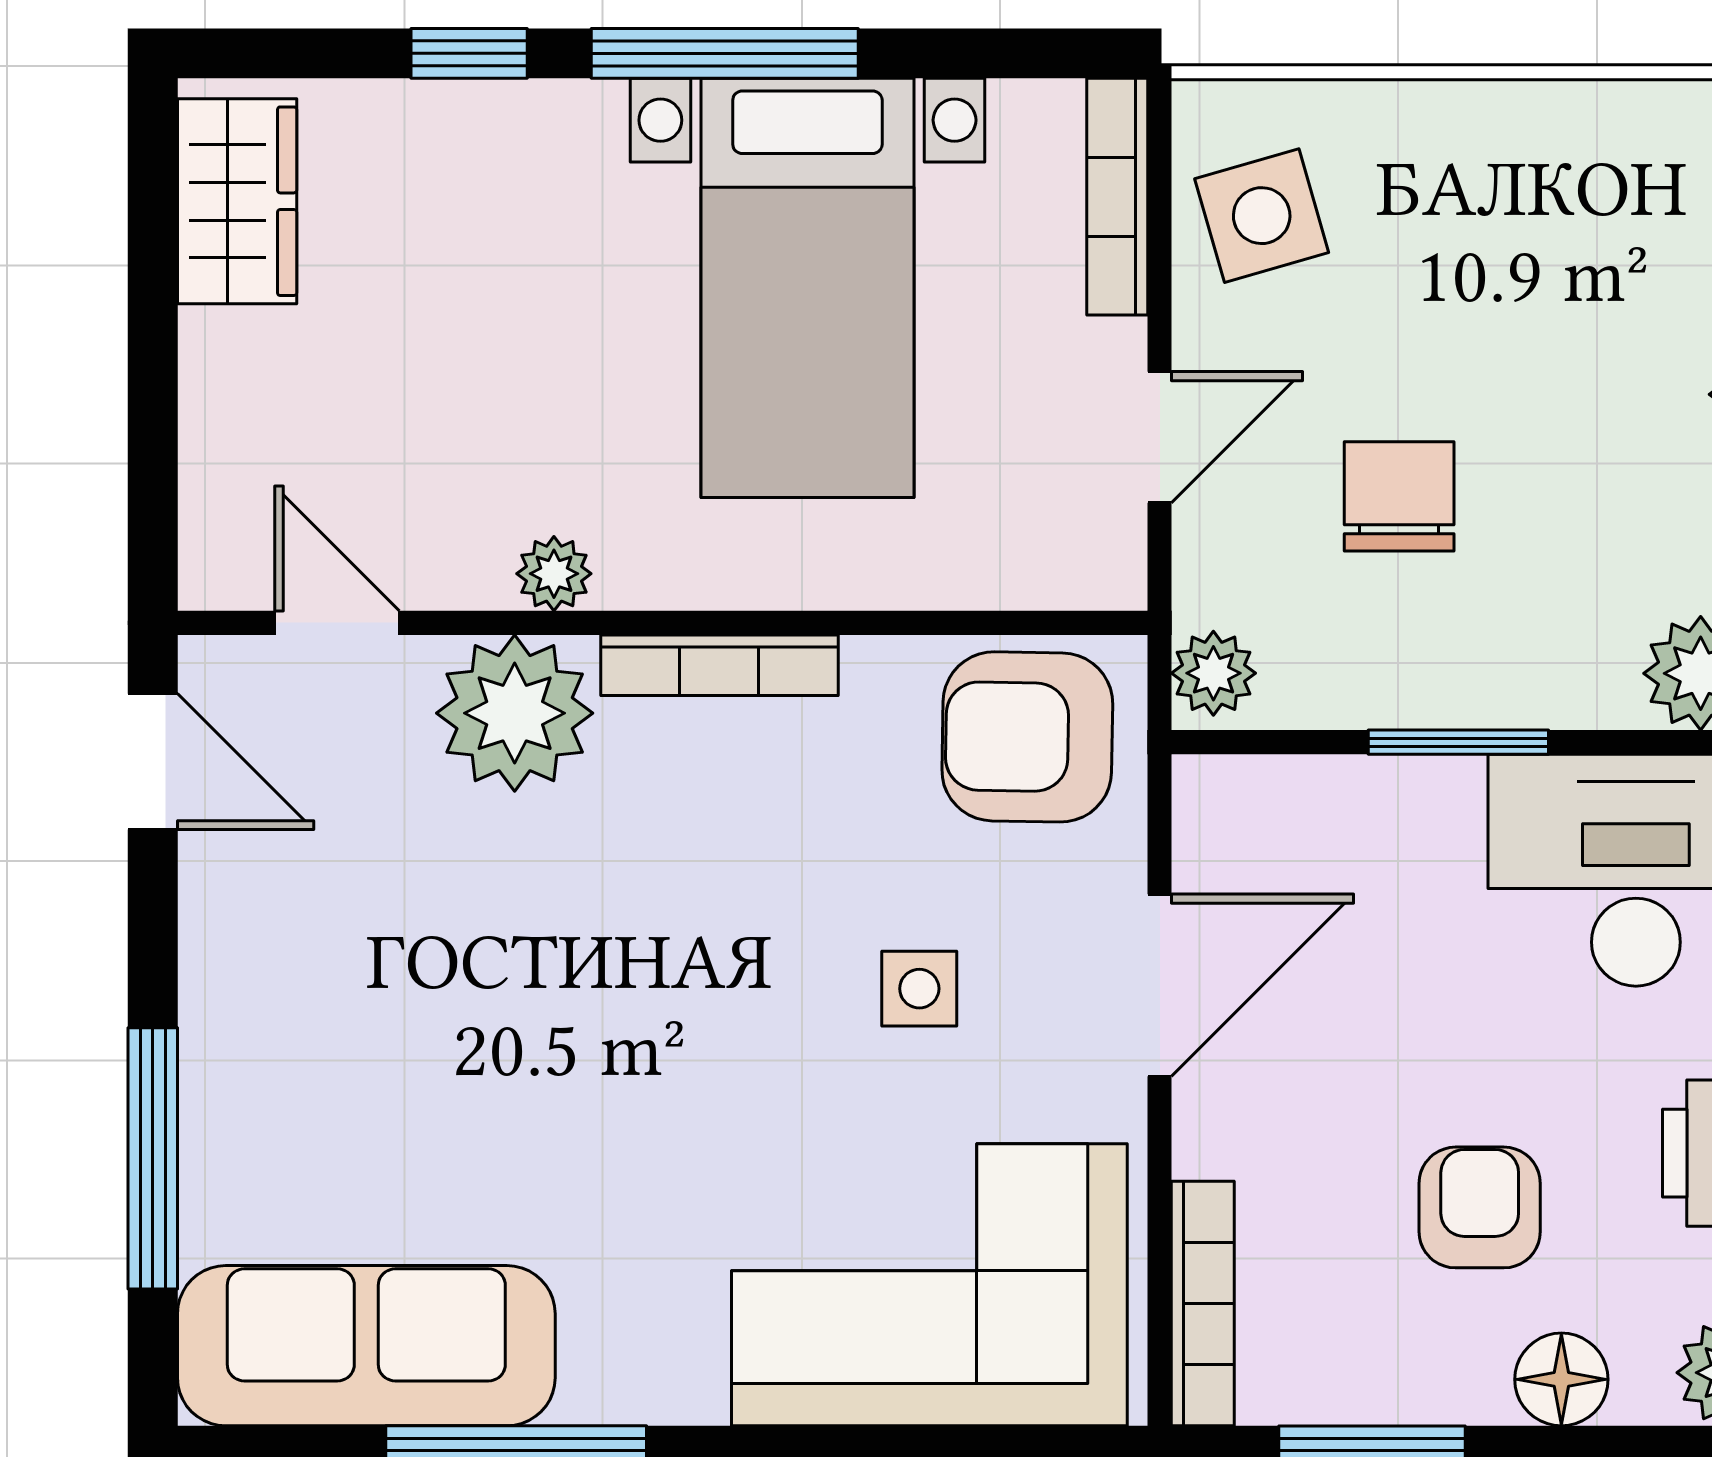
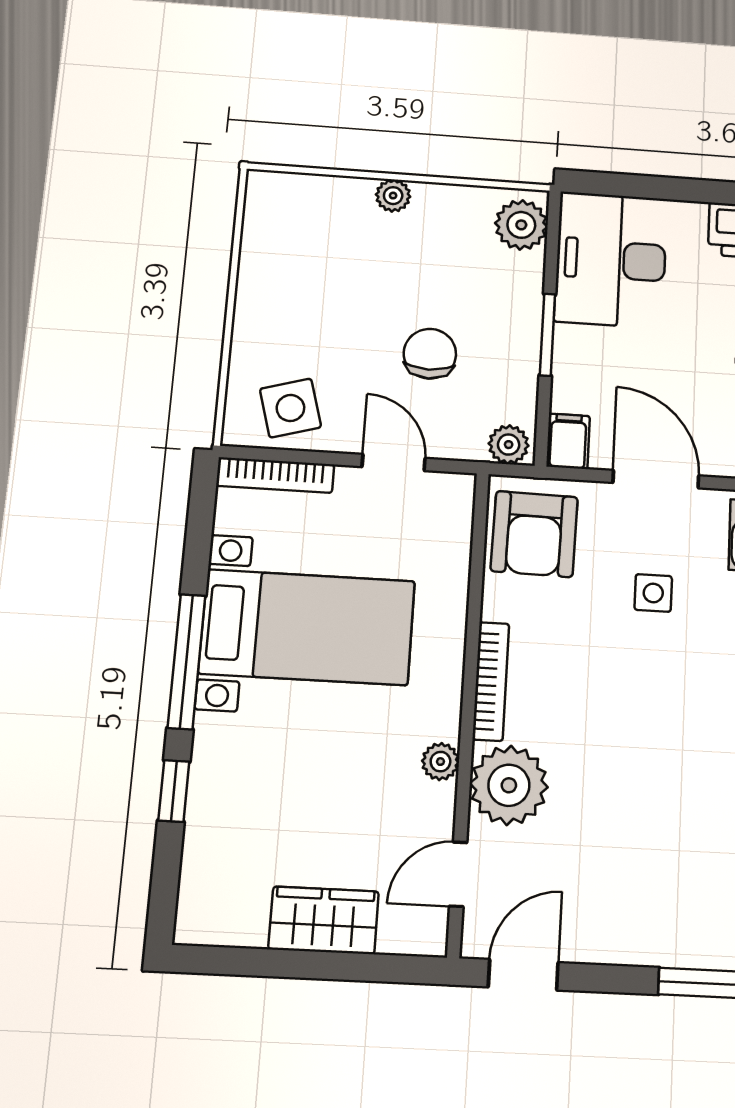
wardrobe: (237, 201) -> (324, 920), moved
chair: (1399, 496) -> (430, 354), turned 90
filing cabinet: (1229, 797) -> (568, 441), added

